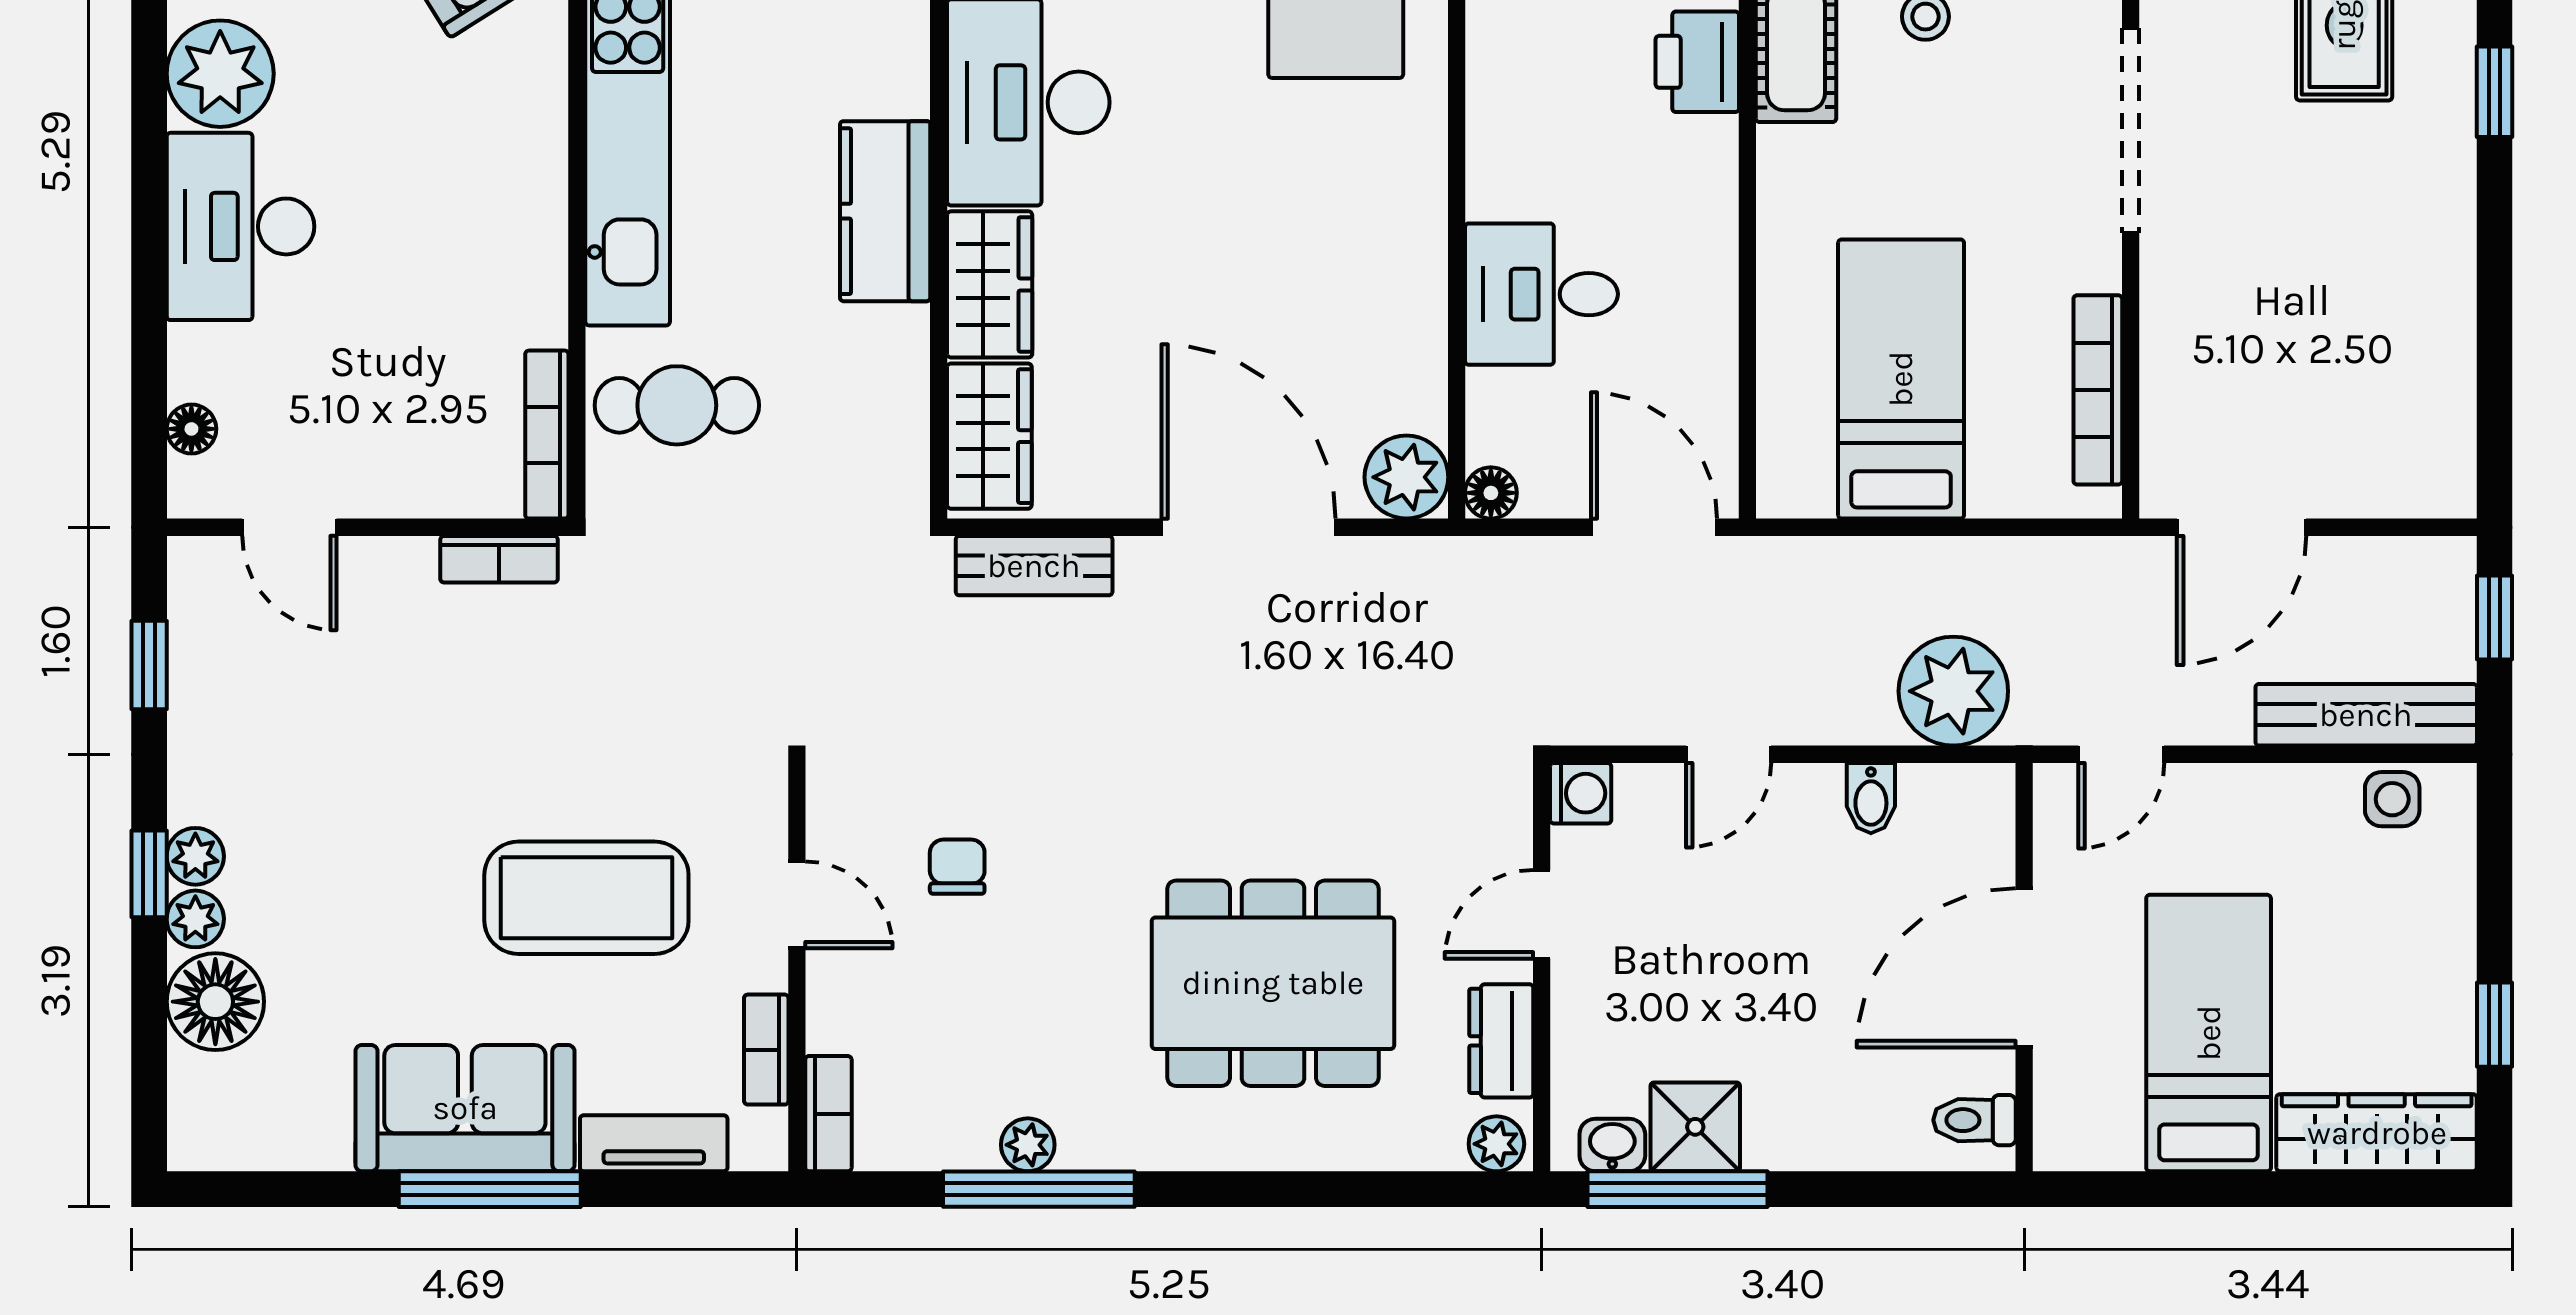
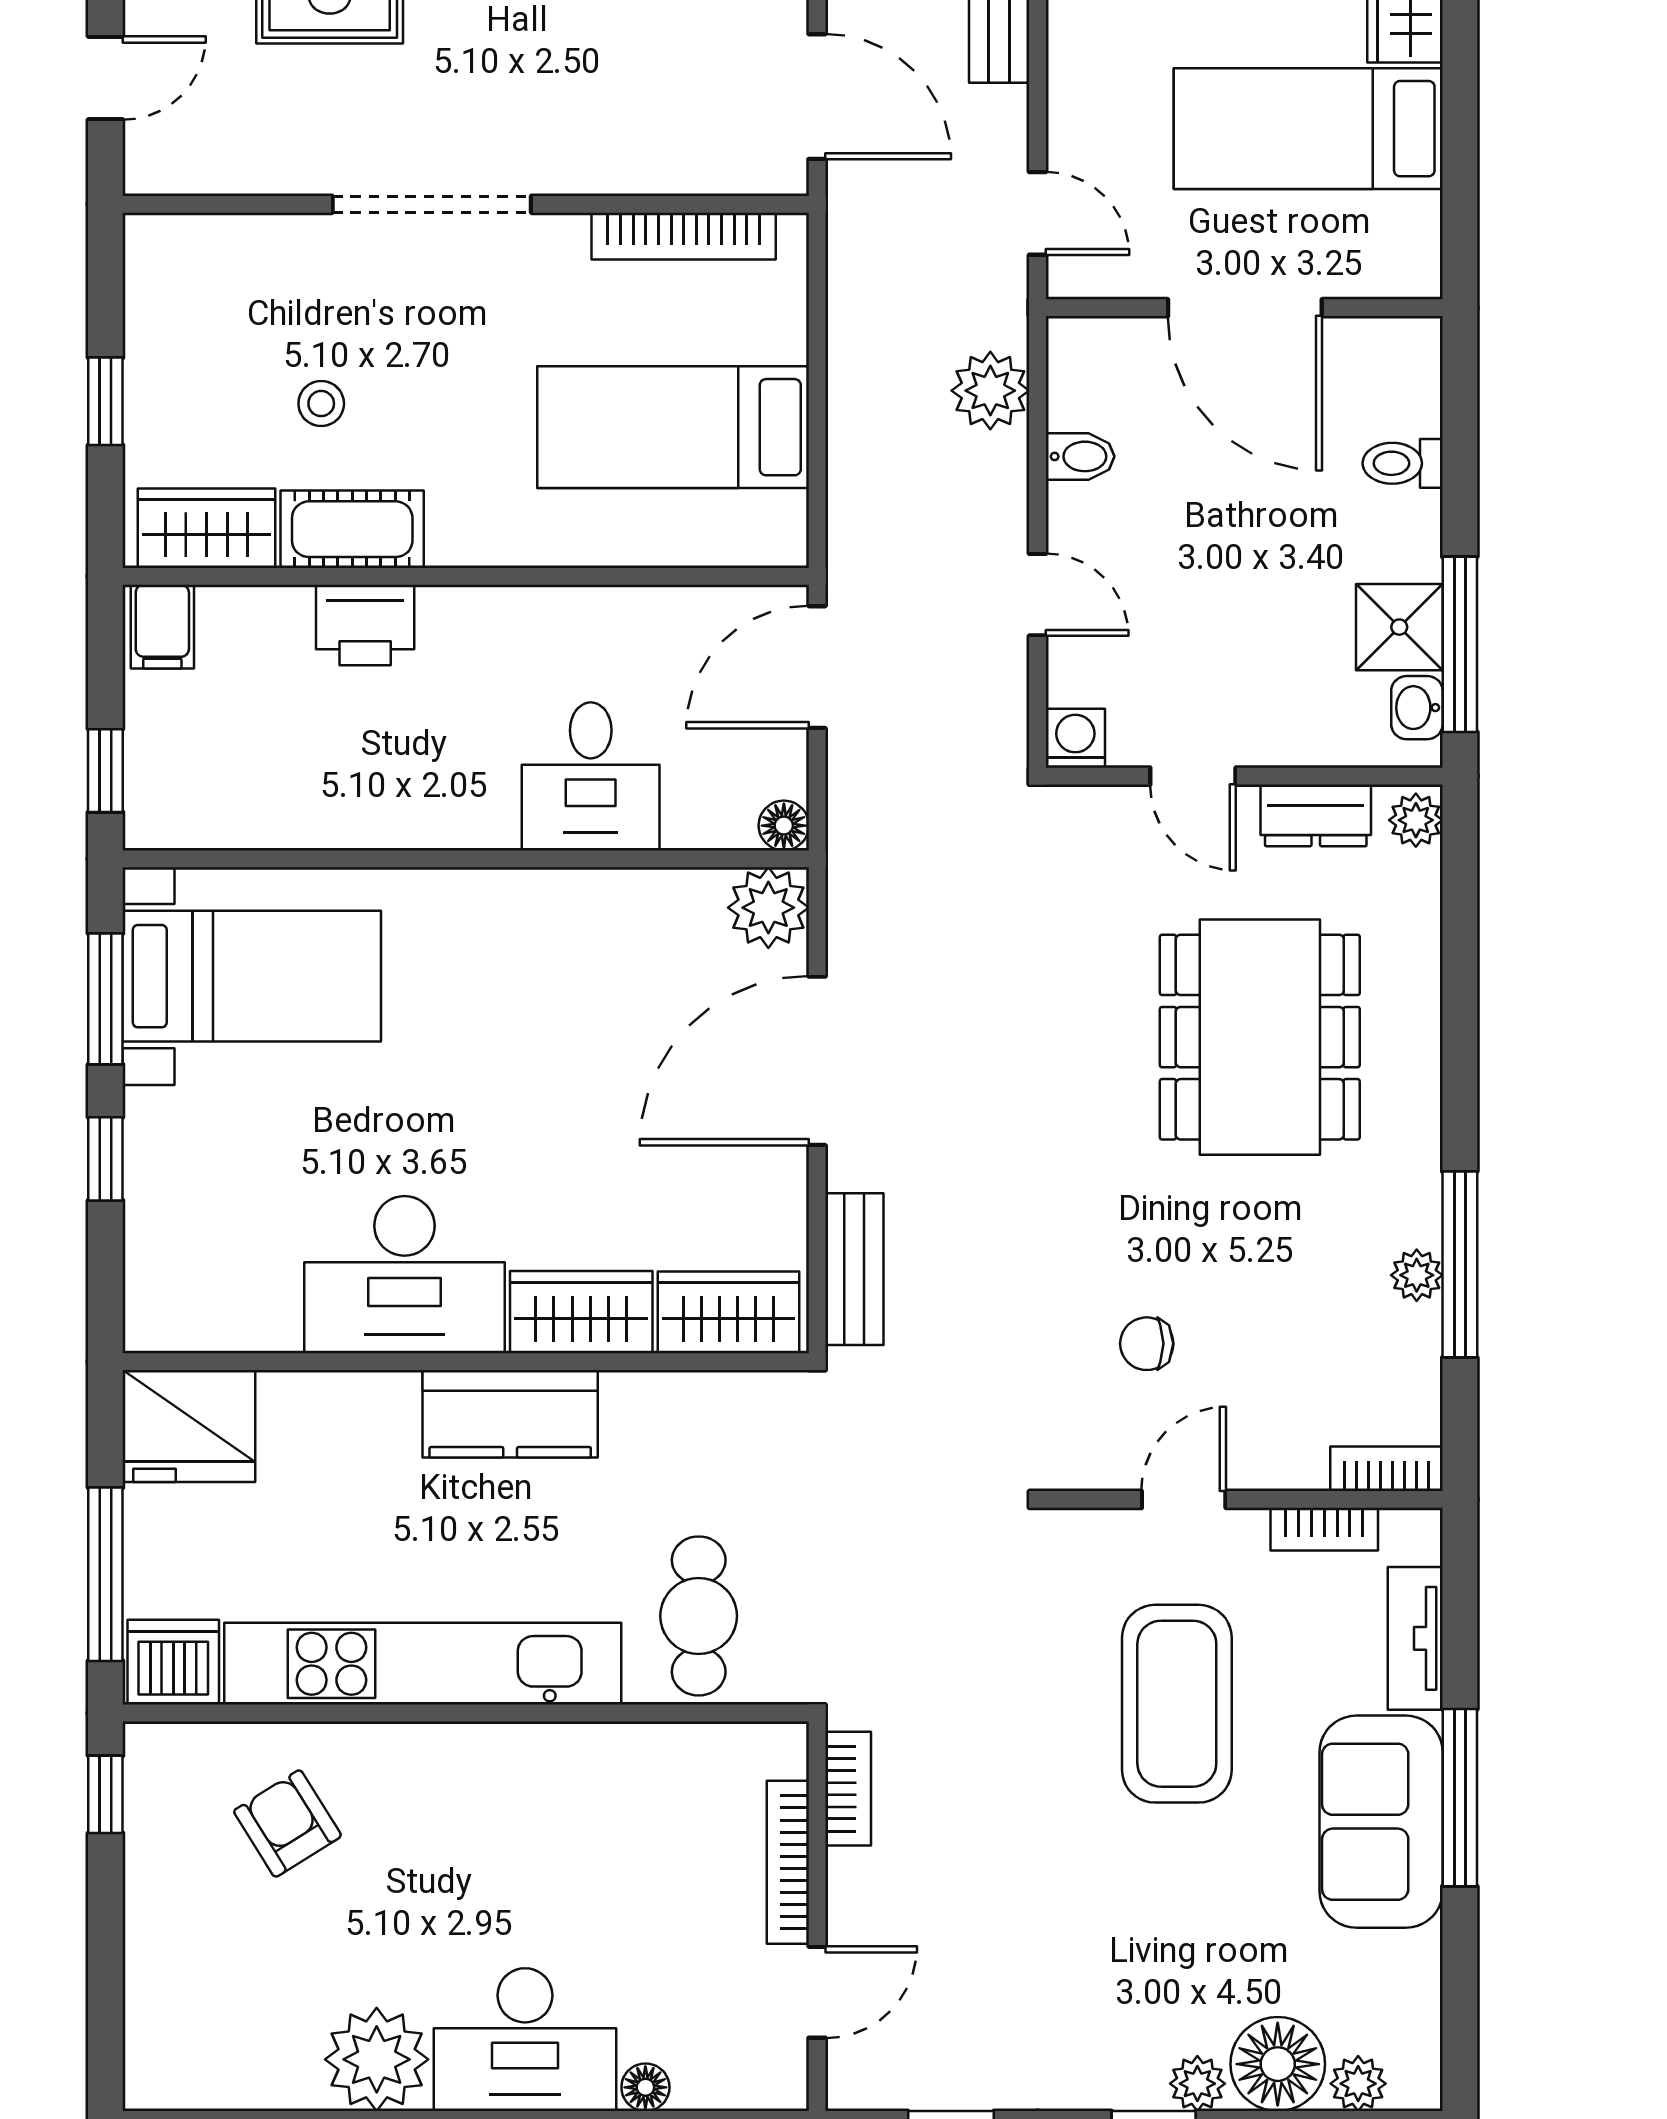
floor lamp: (191, 429) -> (645, 2087), moved
bookcase: (547, 435) -> (788, 1862), moved, turned 90
plant: (1953, 691) -> (990, 391), width x0.73, depth x0.73
plant: (195, 856) -> (1358, 2084), moved
toilet: (1974, 1120) -> (1403, 463), moved, turned 90

